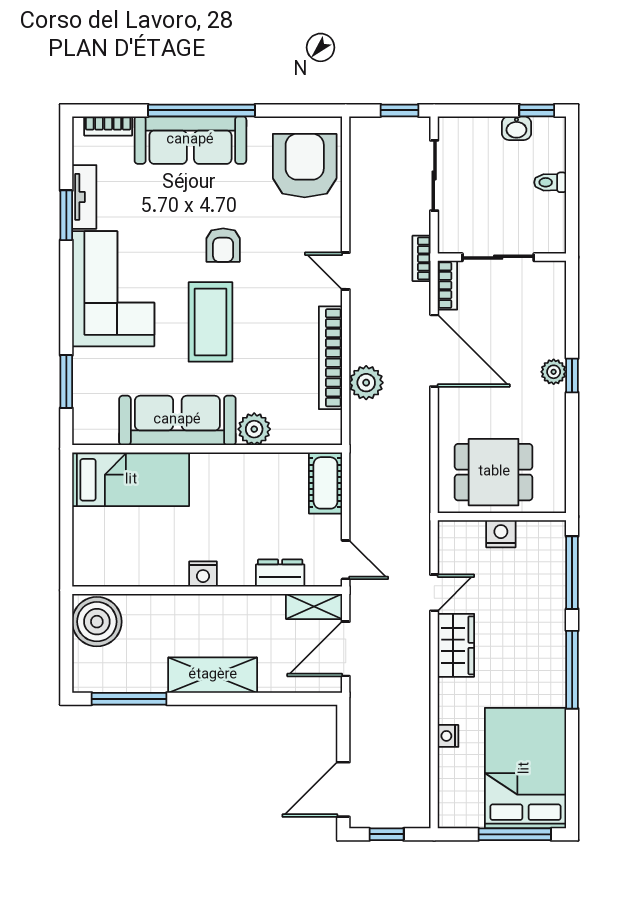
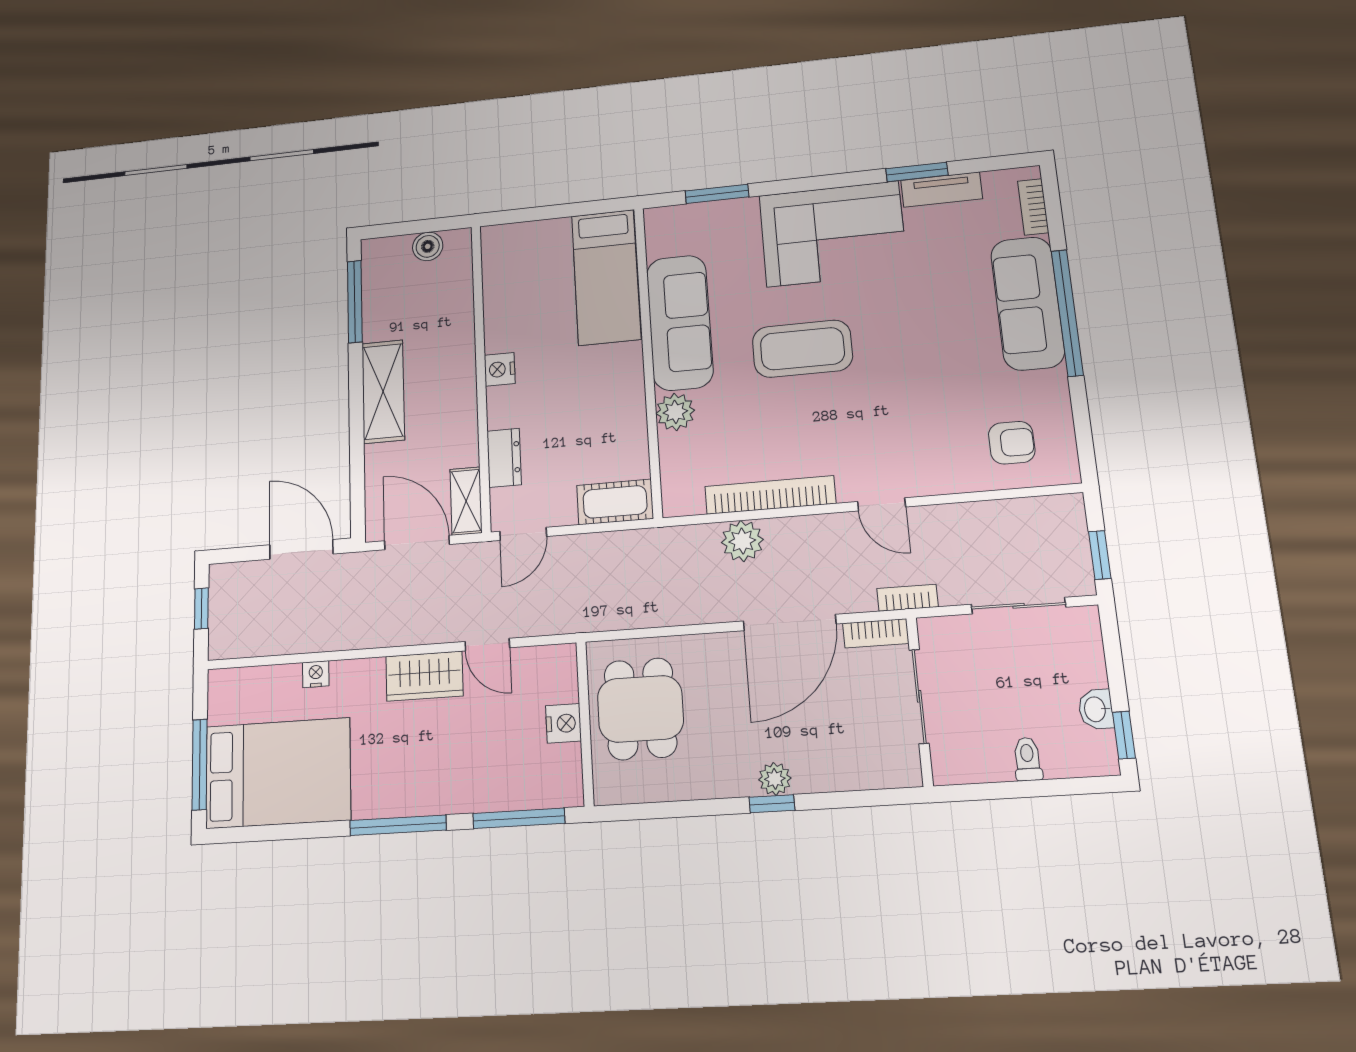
armchair: (305, 166) -> (1012, 443), width x0.53, depth x0.53
armchair: (223, 245) -> (899, 354), removed
door: (346, 271) -> (882, 504), swing flipped
boiler: (97, 622) -> (428, 246), width x0.54, depth x0.54
door: (343, 789) -> (301, 549), moved

